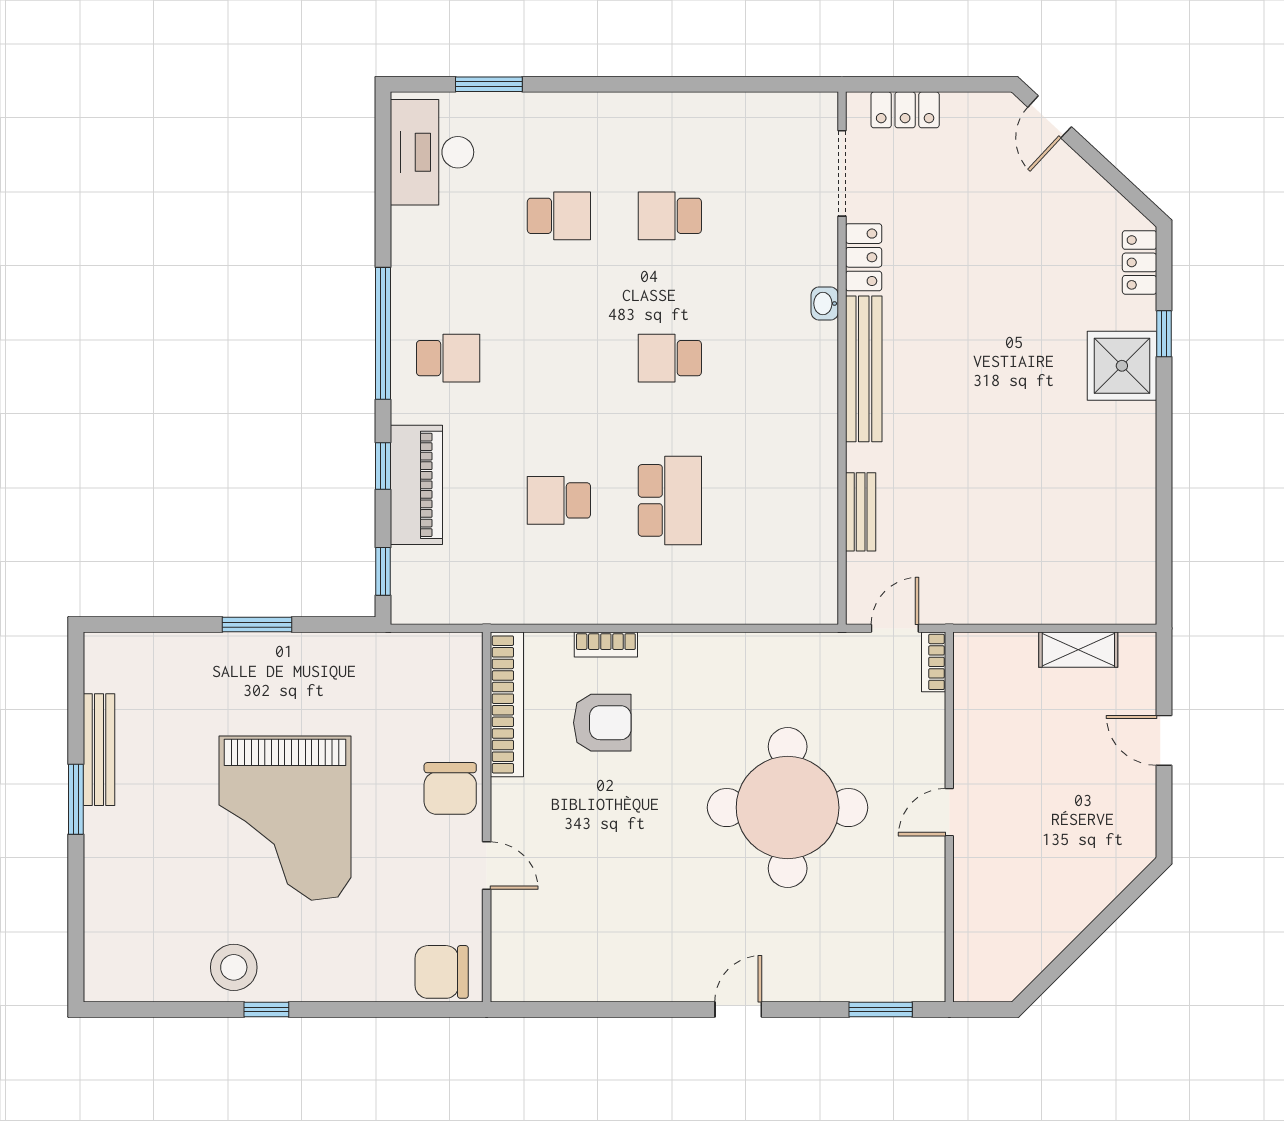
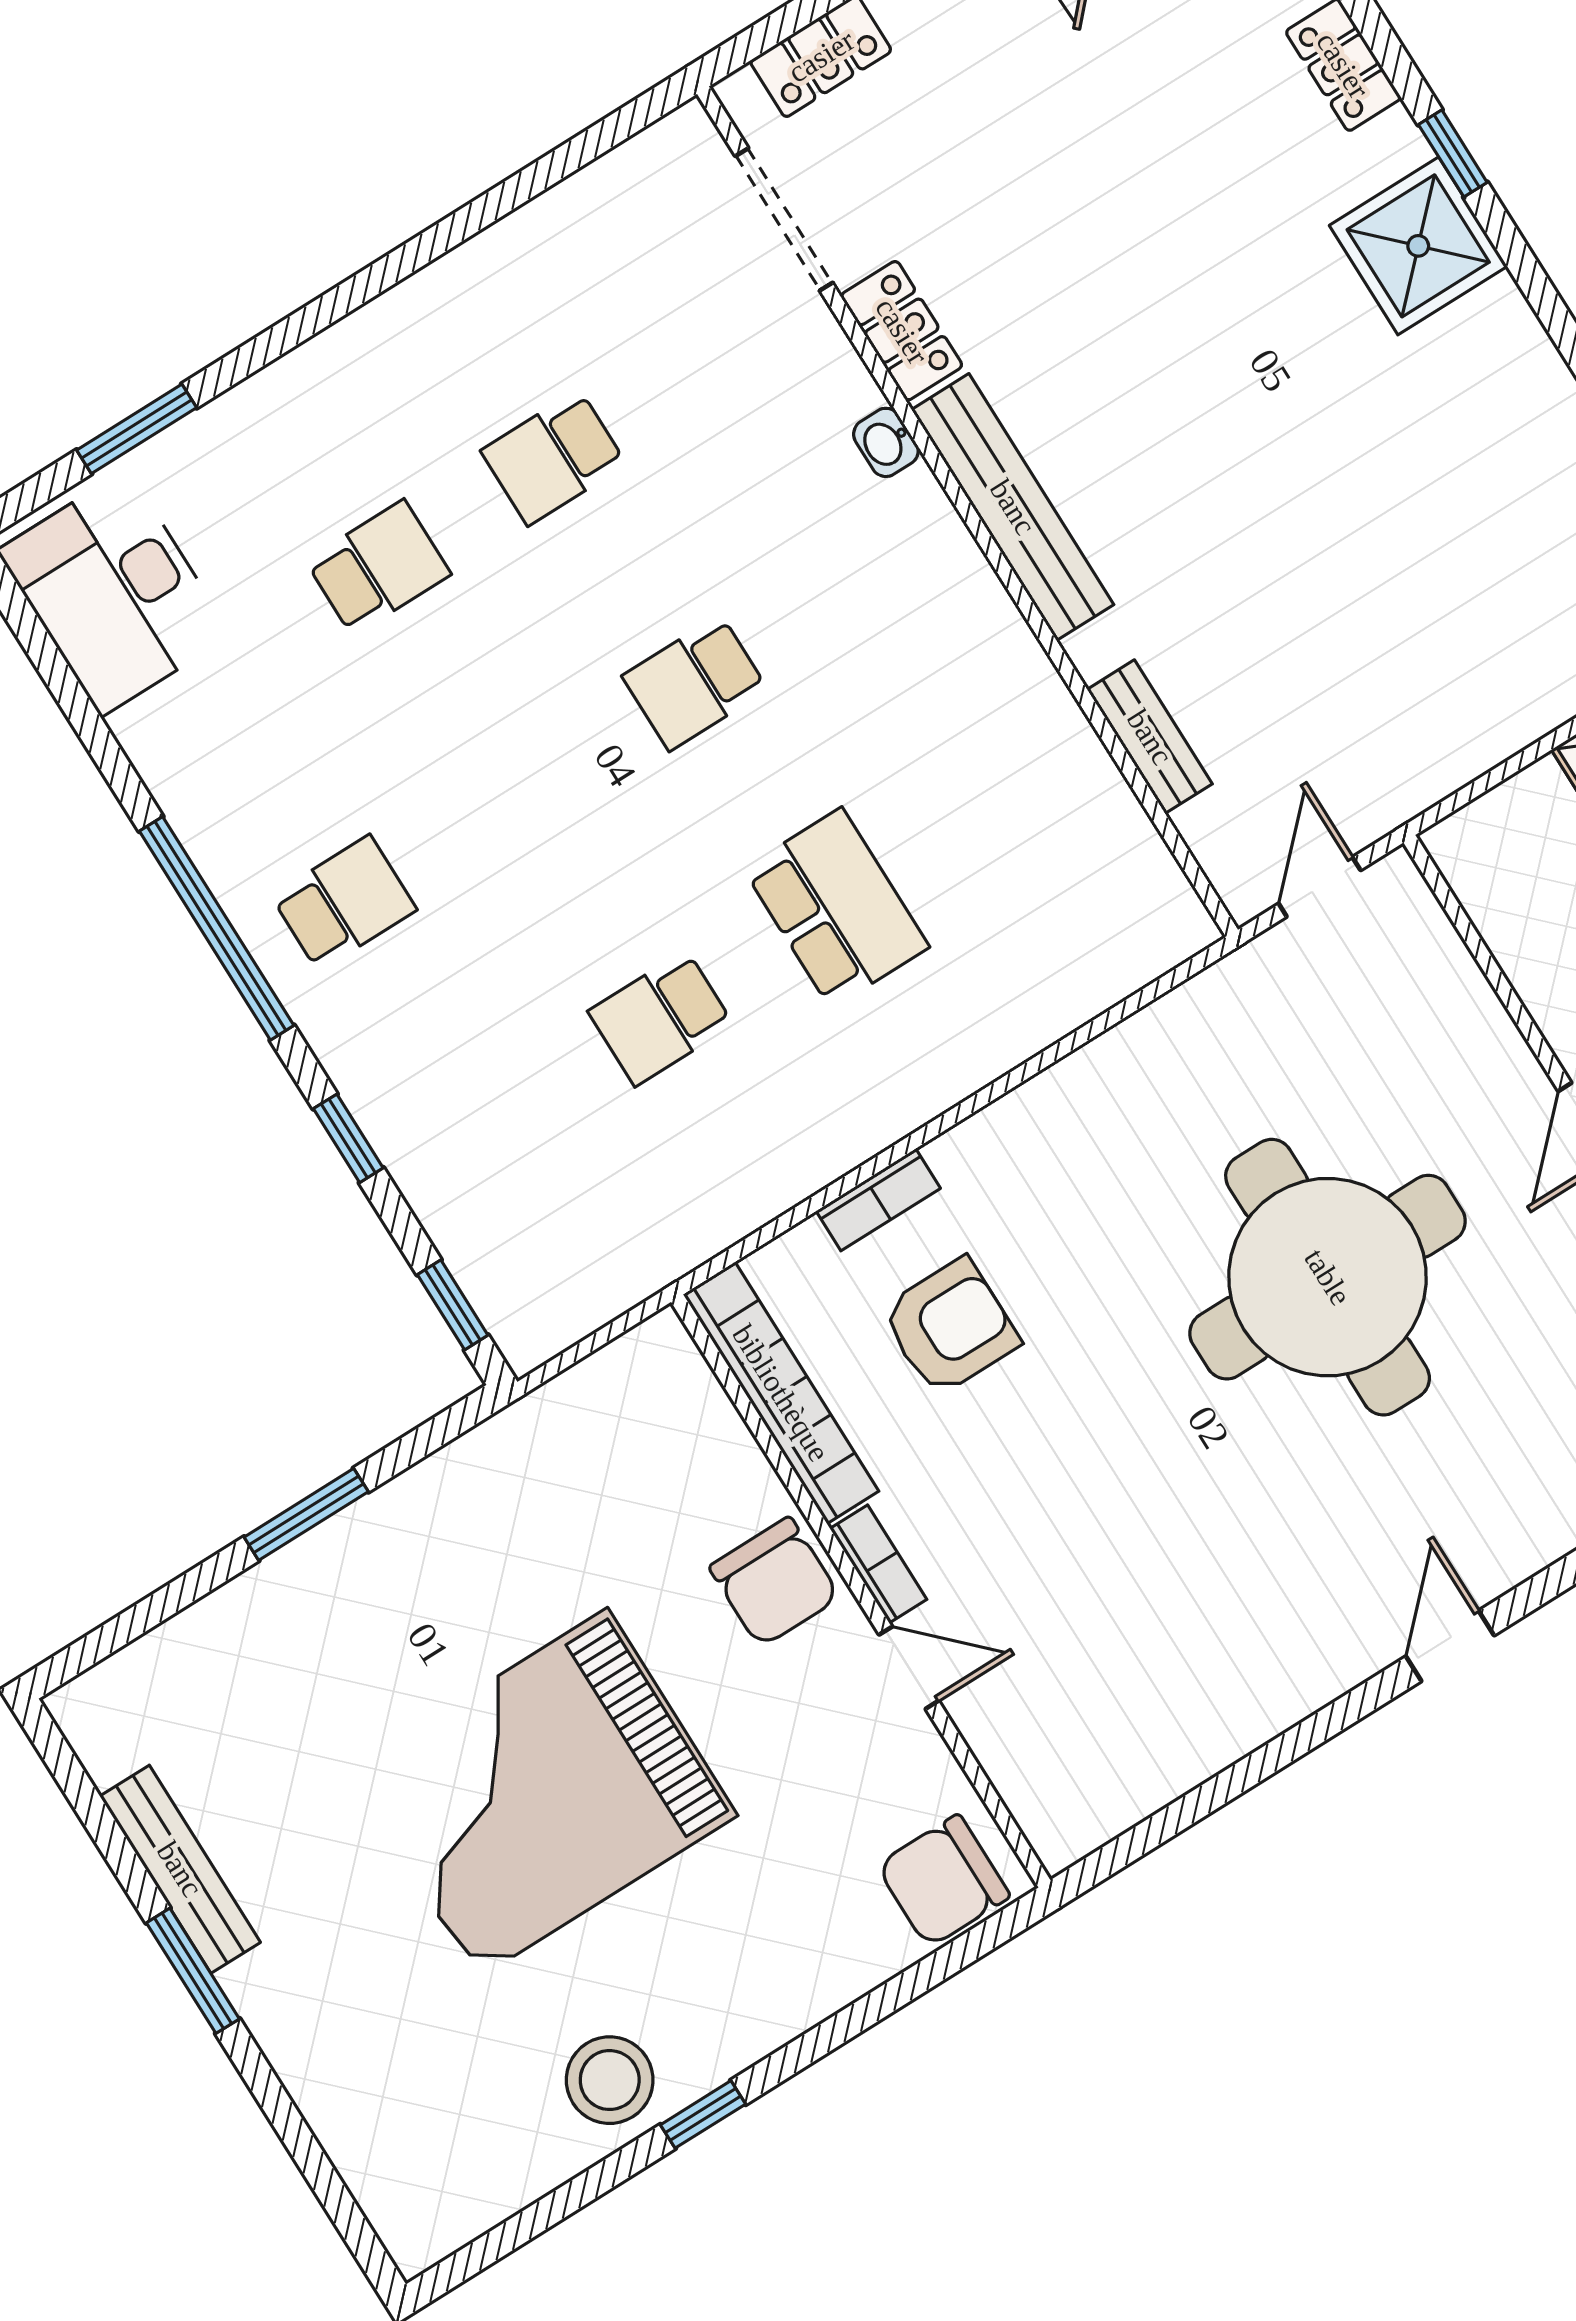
piano: (416, 485) -> (420, 1135), removed
bookcase: (934, 662) -> (878, 1564), moved, turned 180
grand piano: (285, 818) -> (543, 1793), turned 90

